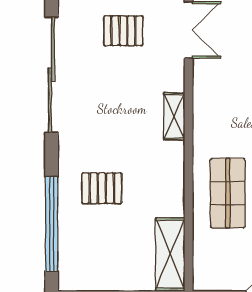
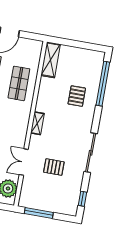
sliding door: (52, 75) -> (91, 153), width x0.73
pallet: (102, 188) -> (77, 96), turned 90

